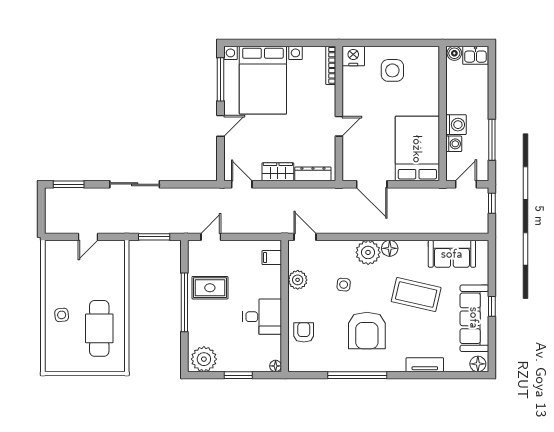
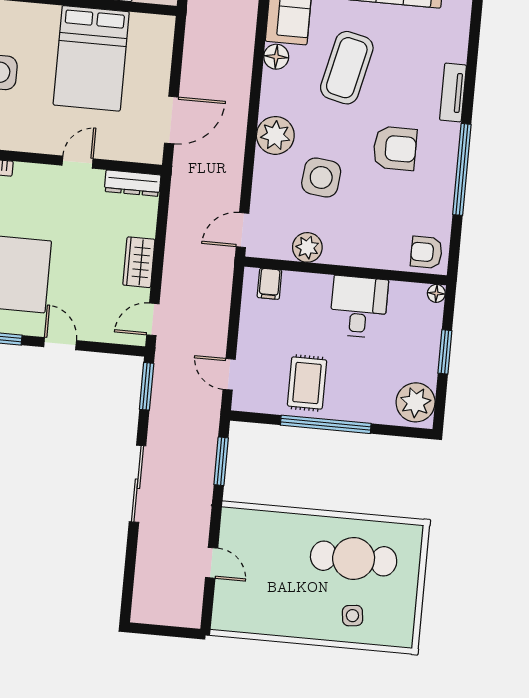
door: (339, 126) -> (78, 162), hinge flipped
bed: (417, 149) -> (91, 58), moved, turned -90
dresser: (313, 174) -> (133, 183), moved, turned -90
window: (69, 184) -> (147, 386), moved
floor lamp: (390, 248) -> (276, 57), moved
side table: (344, 285) -> (321, 177), width x1.87, depth x1.87
side table: (62, 315) -> (352, 616), moved
armchair: (367, 330) -> (395, 148), width x0.73, depth x0.73
armchair: (304, 332) -> (426, 252), moved
tv unit: (425, 365) -> (453, 92), moved

